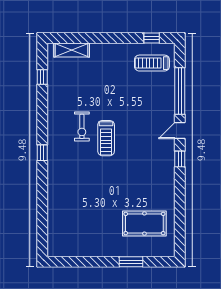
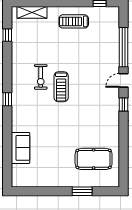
treadmill: (152, 63) -> (74, 21), moved
sofa: (58, 210) -> (20, 148), added

